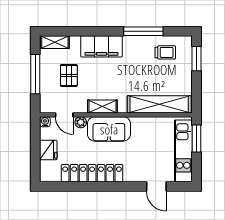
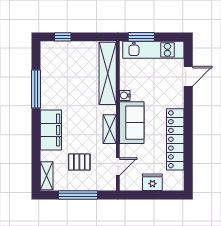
trolley: (165, 52) -> (57, 68), removed
window: (196, 59) -> (63, 37), width x0.67
water cooler: (45, 122) -> (125, 95), moved
plant: (81, 122) -> (125, 150), removed

